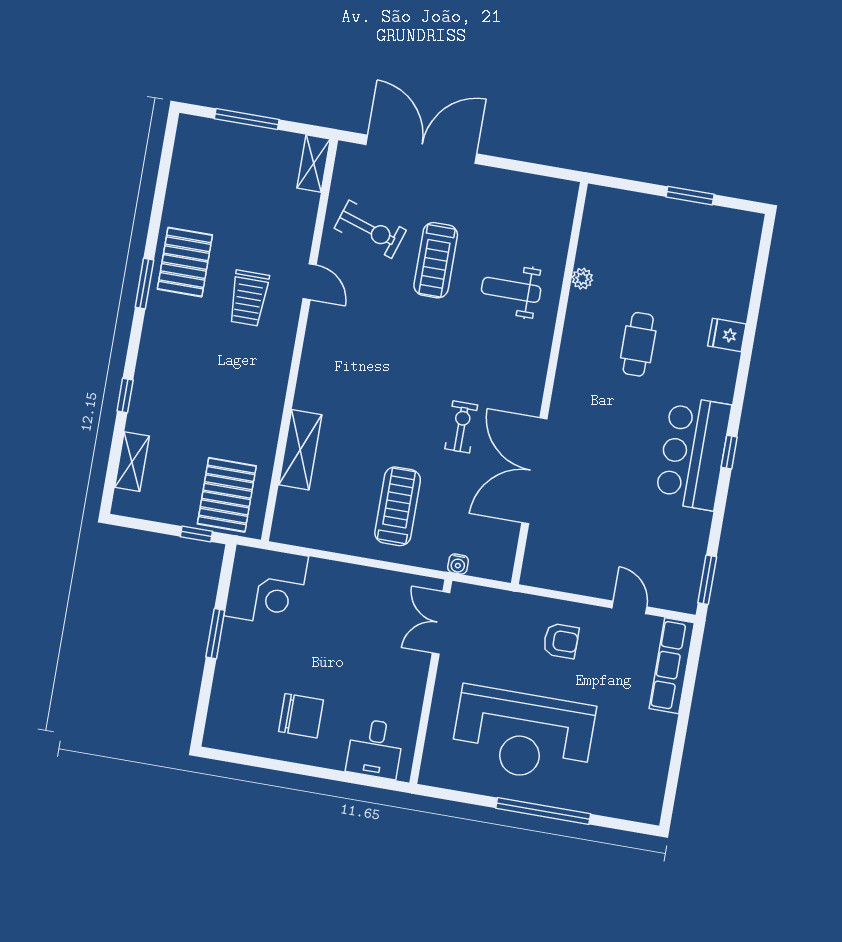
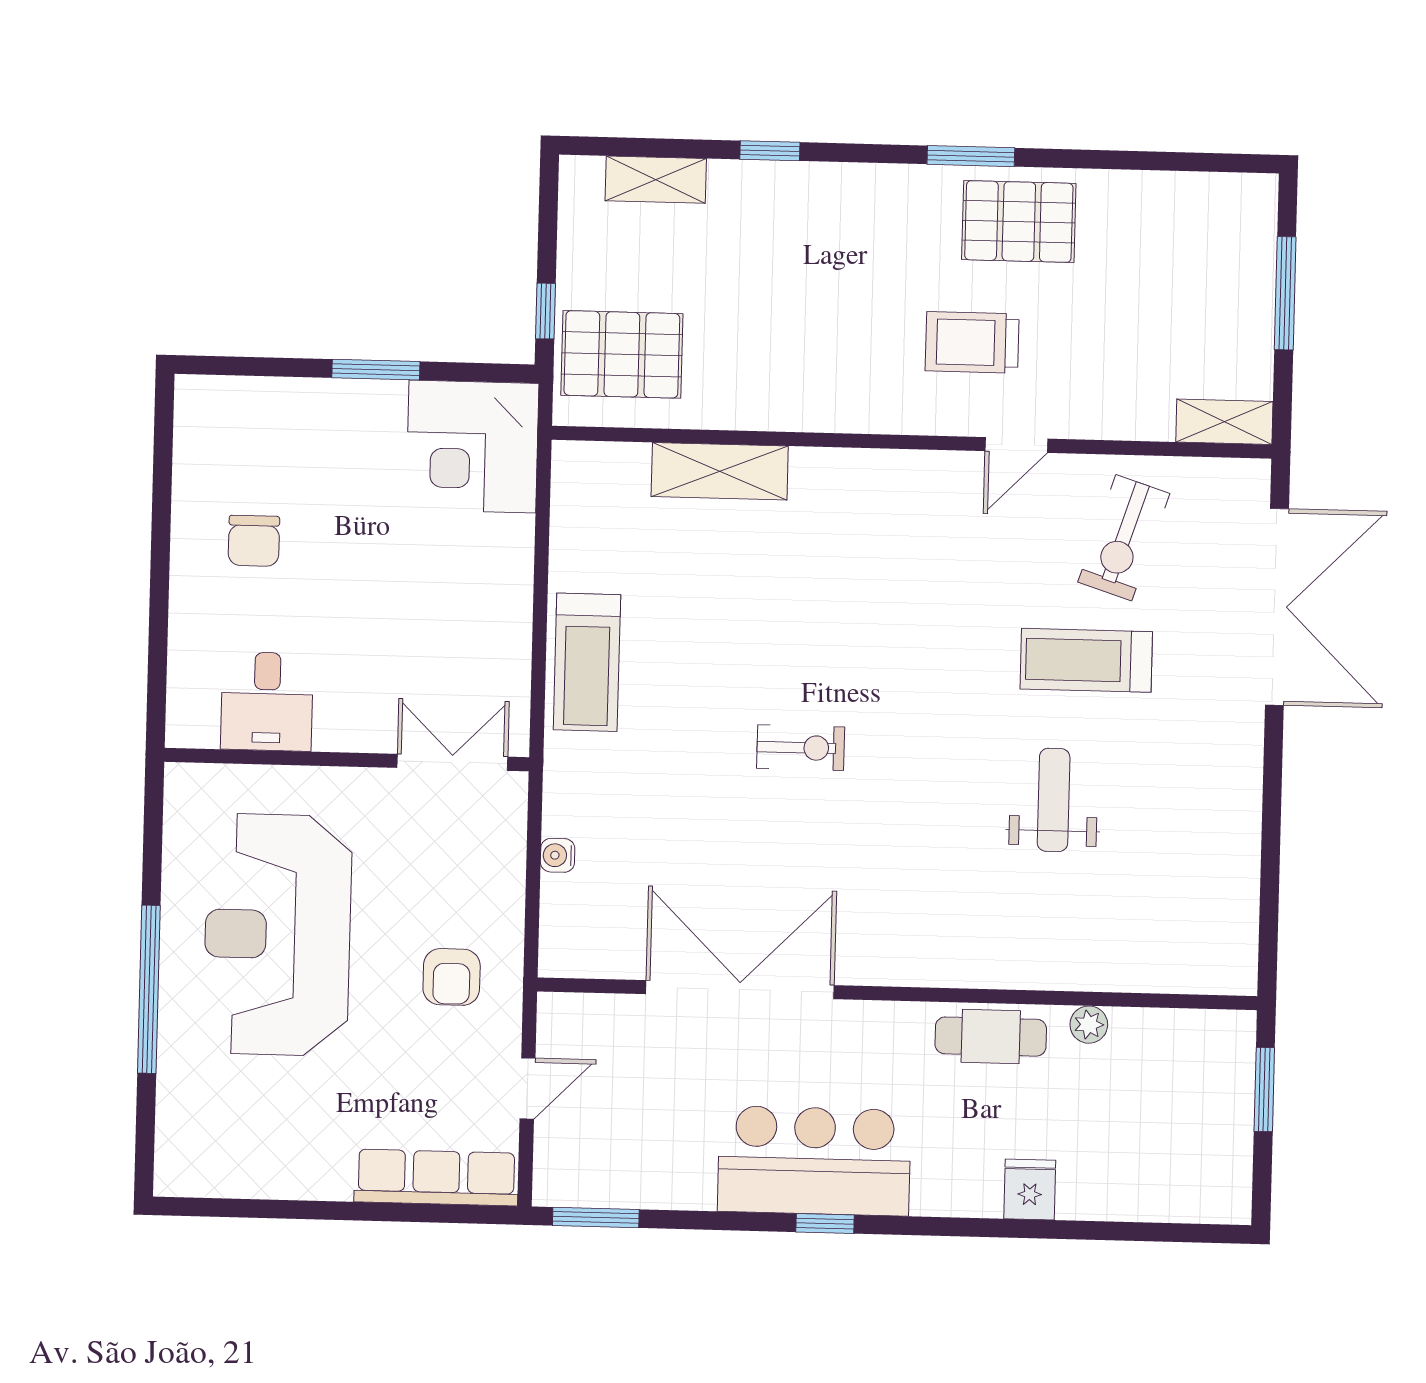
plant: (582, 279) -> (1089, 1025), moved
wall: (549, 383) -> (897, 994), moved
double door: (534, 471) -> (740, 990), moved
treadmill: (398, 506) -> (587, 662), moved, turned 90
water cooler: (458, 564) -> (558, 855), moved
chair: (301, 716) -> (254, 541), width x0.73, depth x0.73
desk: (375, 749) -> (267, 702), moved, turned -90

